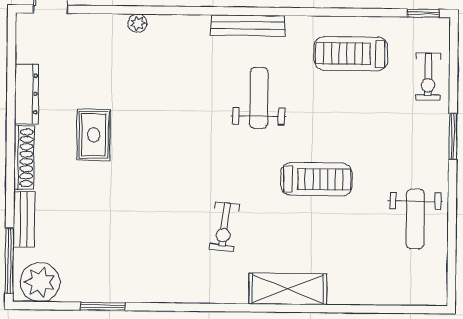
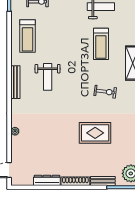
weight bench: (259, 98) -> (48, 77), turned -90
rug: (94, 135) -> (95, 133), moved, width x1.36, depth x1.43
treadmill: (316, 179) -> (101, 44), moved, turned 180

